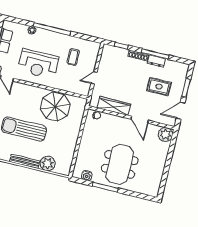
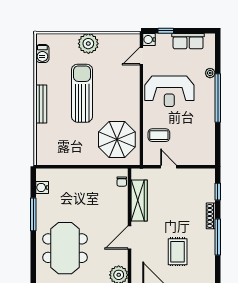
coffee table: (73, 57) -> (159, 135), moved
dresser: (156, 61) -> (209, 241), removed
reception desk: (38, 64) -> (169, 91), turned -90
parasol: (55, 107) -> (117, 139), moved
plant: (48, 163) -> (46, 134), removed
meeting table: (120, 164) -> (65, 248), moved, turned 90

